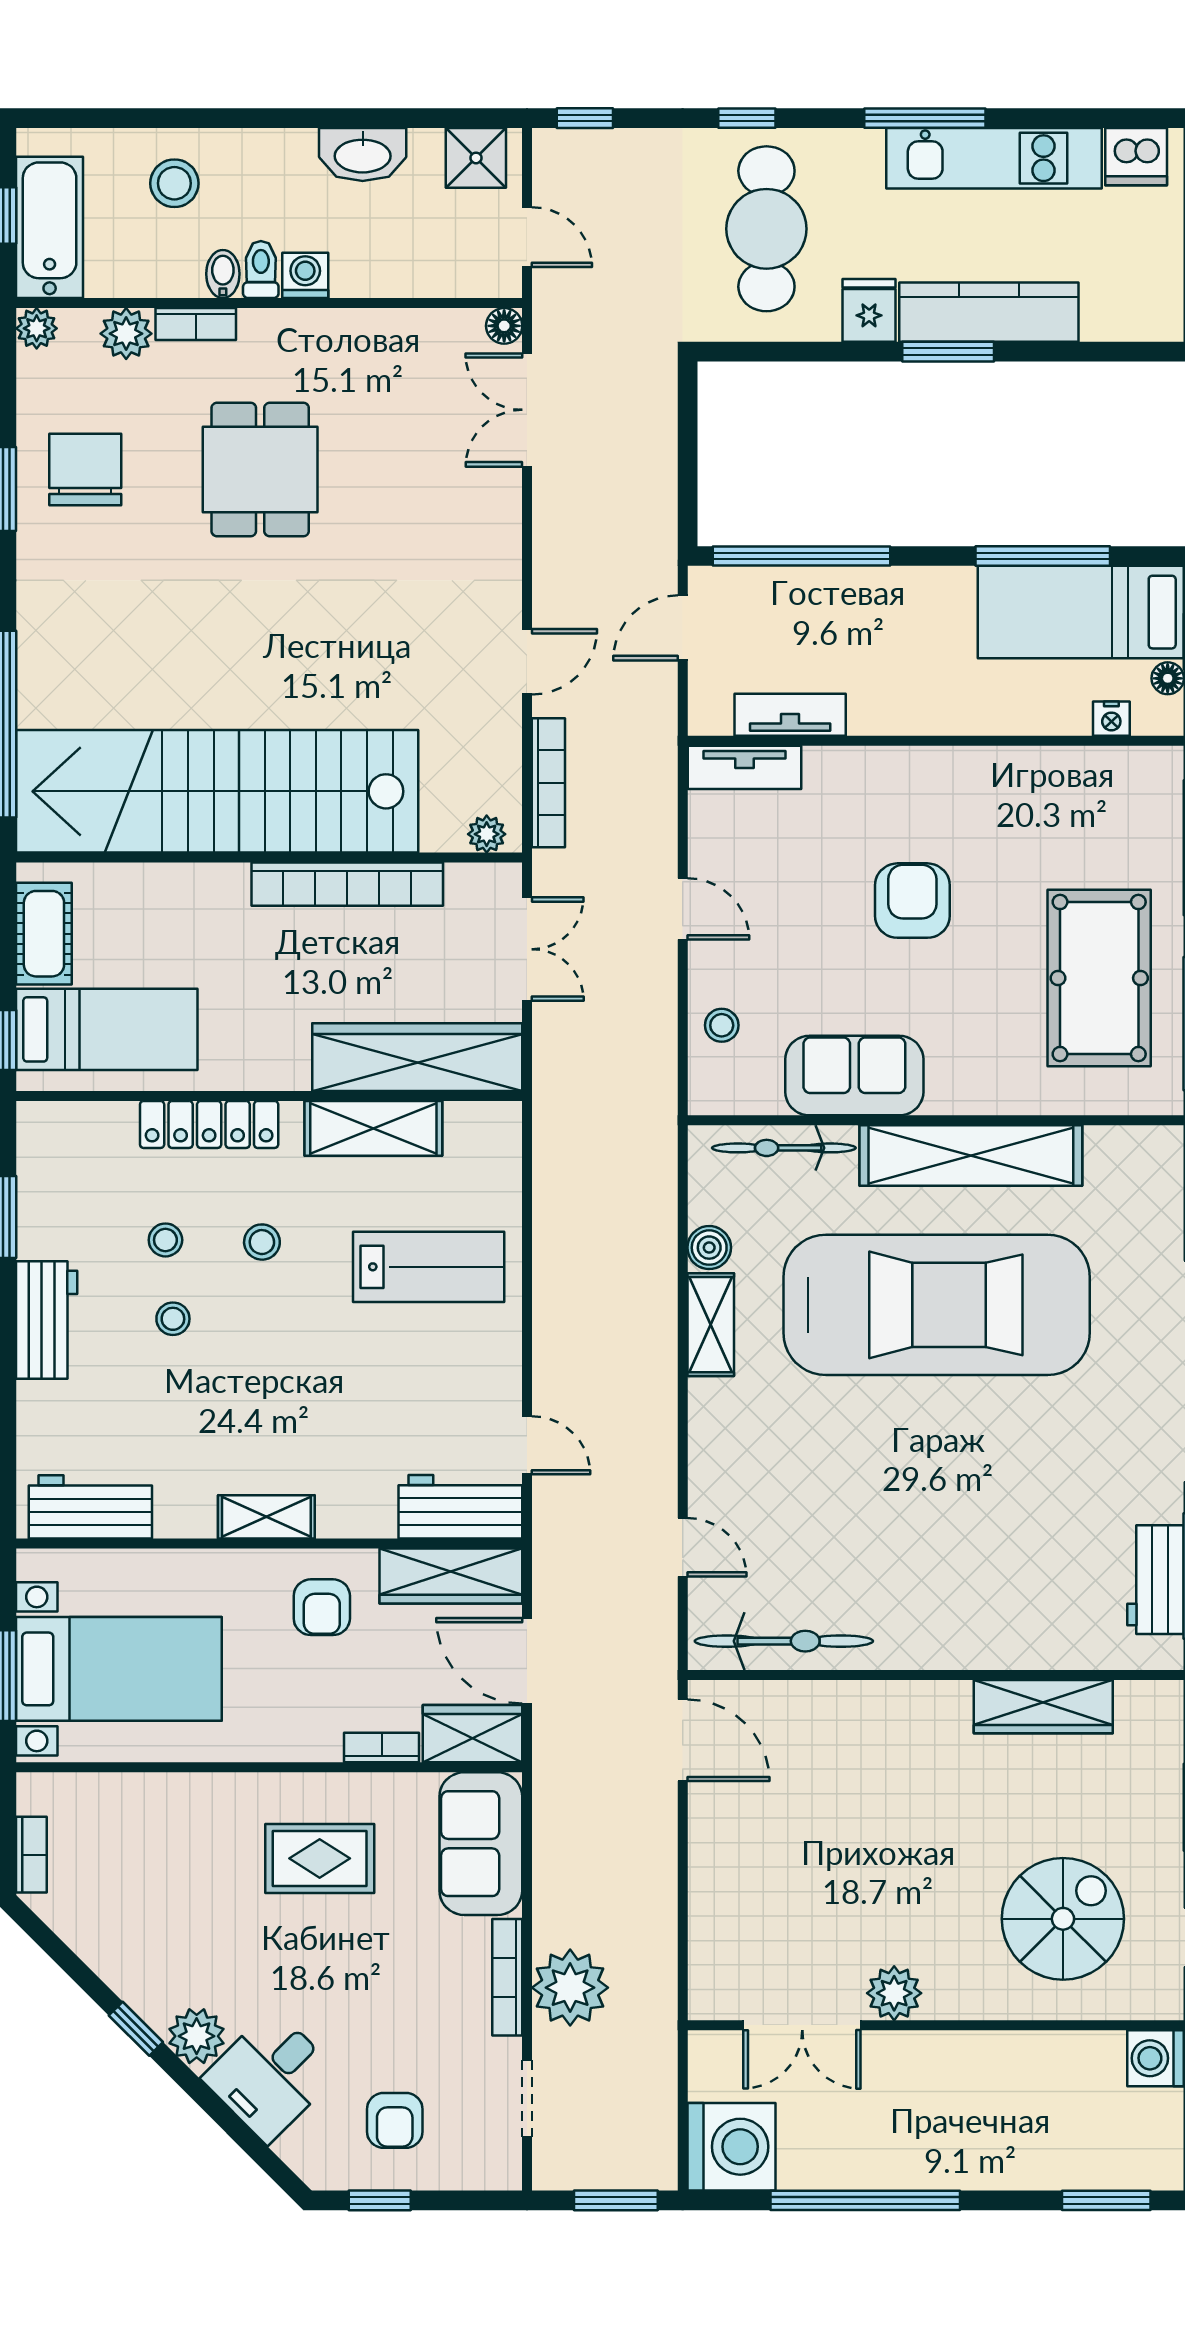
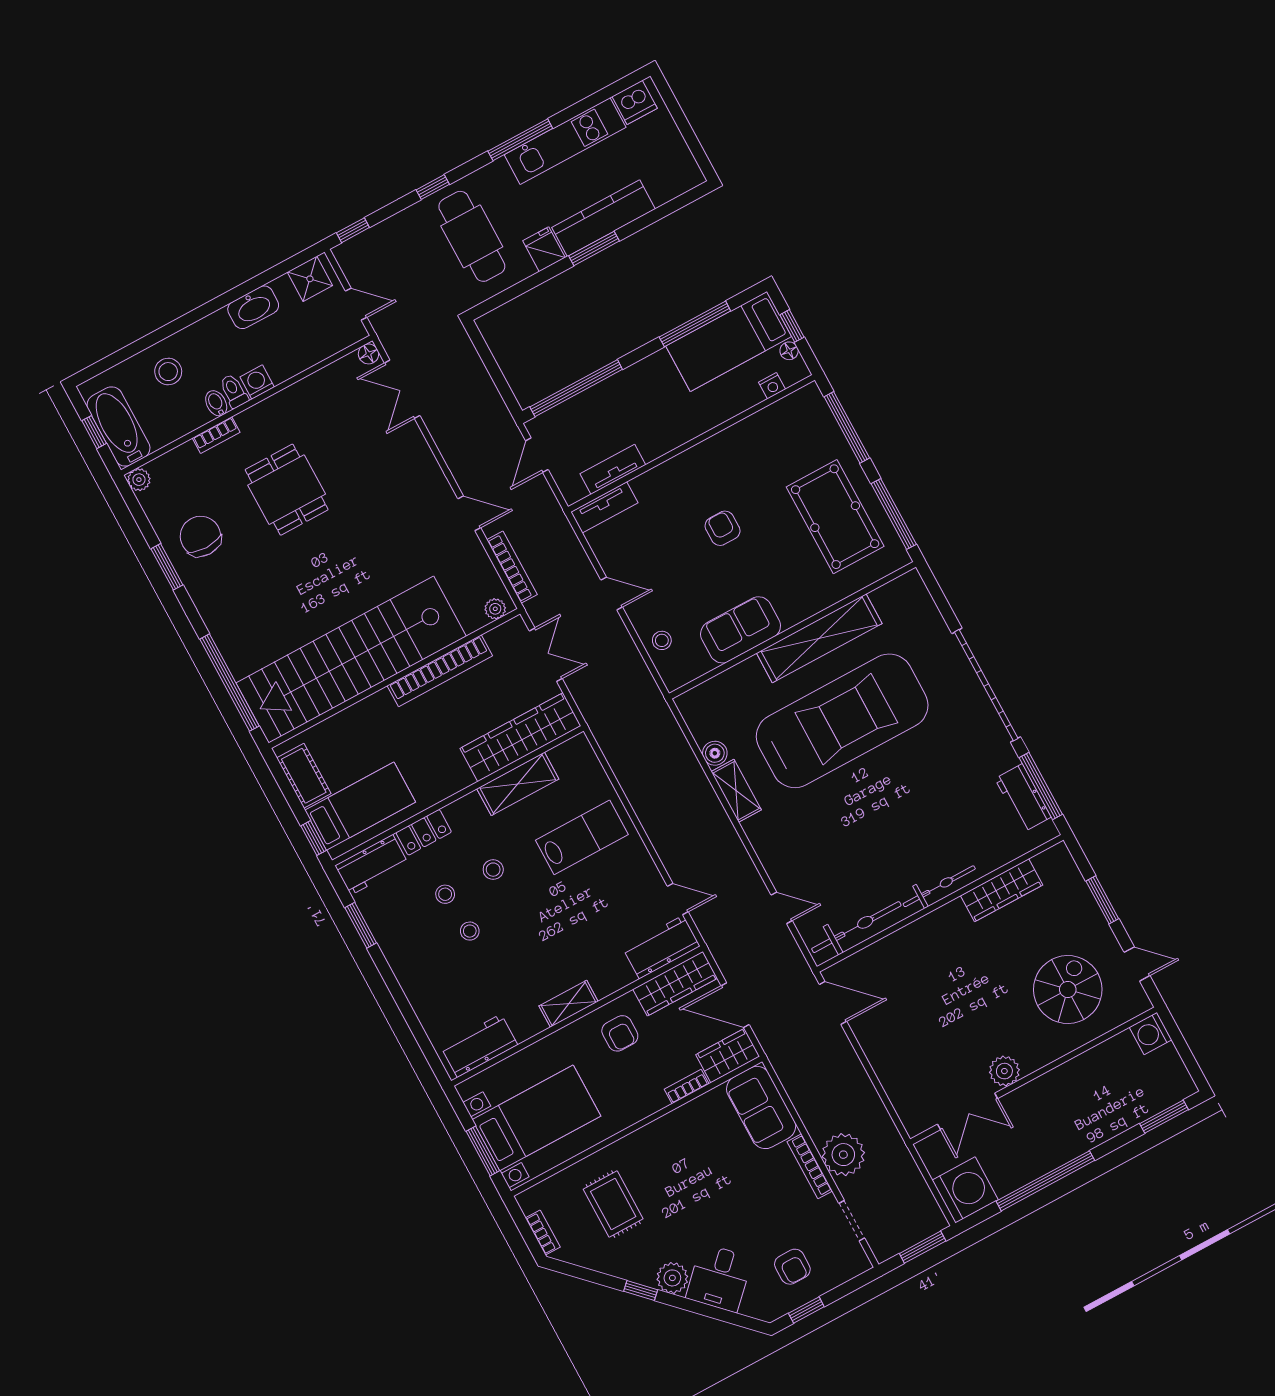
plant: (126, 334) -> (184, 458), removed
door: (527, 662) -> (469, 513), hinge flipped
armchair: (912, 901) -> (723, 528), width x0.72, depth x0.72
locker: (209, 1124) -> (424, 832), width x0.66
bicycle: (784, 1148) -> (939, 886), moved, turned 180
workbench: (47, 1320) -> (372, 865), moved, turned 90
rug: (320, 1858) -> (613, 1204), moved, turned 90

